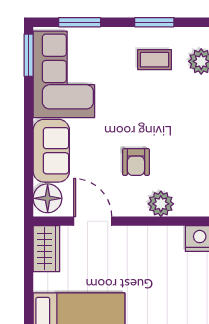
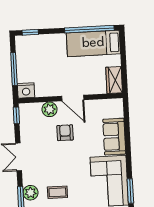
floor lamp: (48, 198) -> (115, 109), removed
door: (93, 221) -> (73, 98), moved

